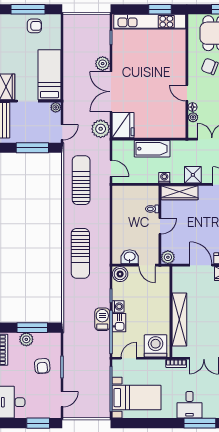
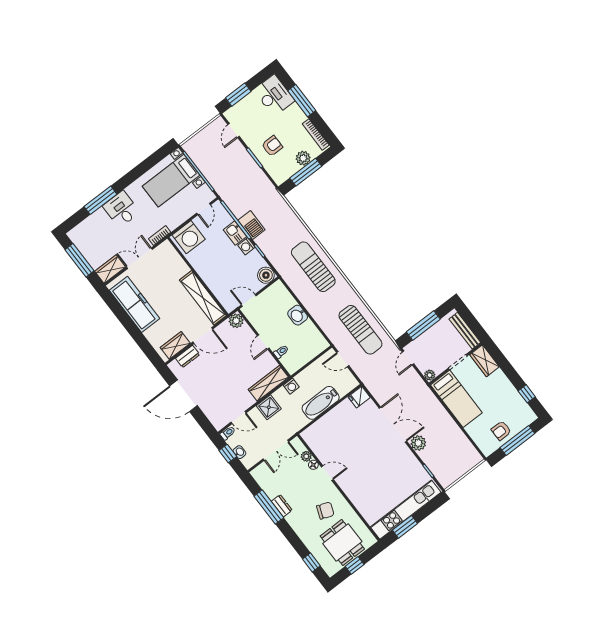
fridge: (123, 125) -> (359, 397), width x0.53, depth x0.75
plant: (101, 129) -> (377, 386), removed
washbasin: (130, 257) -> (298, 315), moved, turned 90
shelving: (179, 320) -> (203, 298), moved
armchair: (42, 366) -> (272, 146), turned 95

